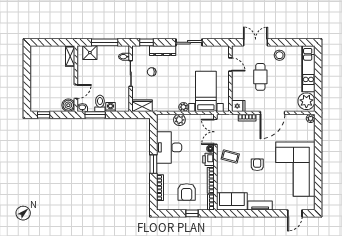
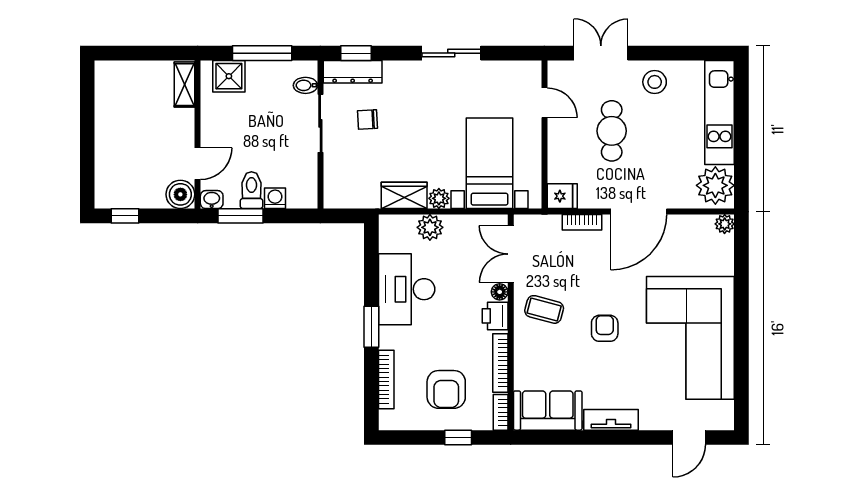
dresser: (163, 51) -> (353, 72), moved
wardrobe: (142, 106) -> (404, 195), moved

